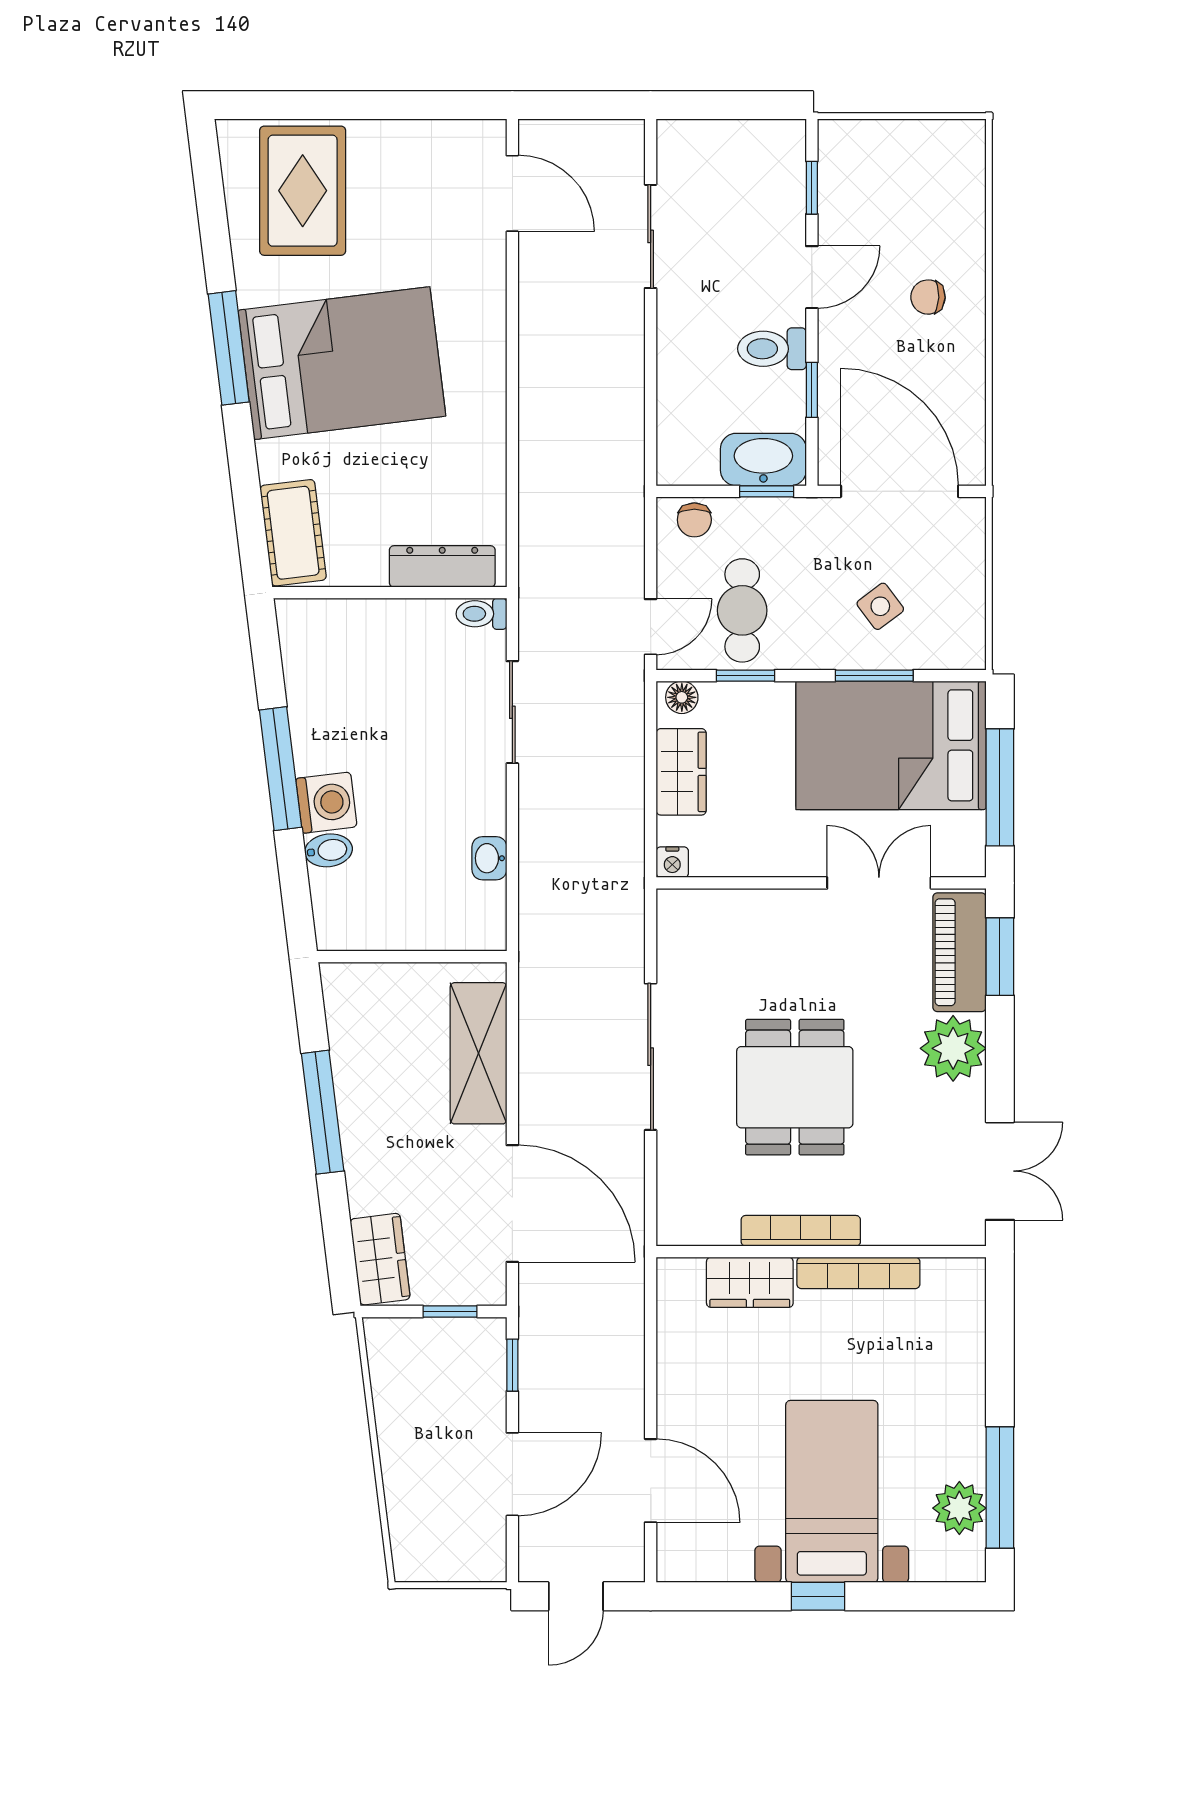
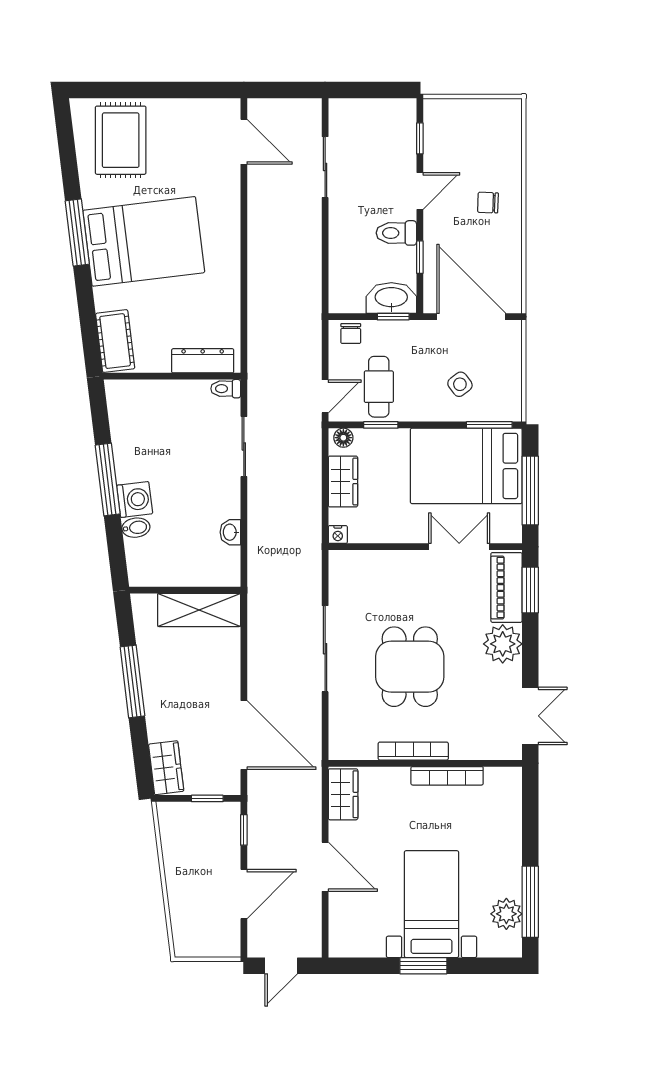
window: (874, 676) -> (489, 425), moved
shelving: (479, 1053) -> (199, 610), moved, turned 90
wardrobe: (750, 1282) -> (343, 794), moved, turned -90
door: (651, 1481) -> (325, 867), moved
window: (818, 1596) -> (423, 966), width x1.50

